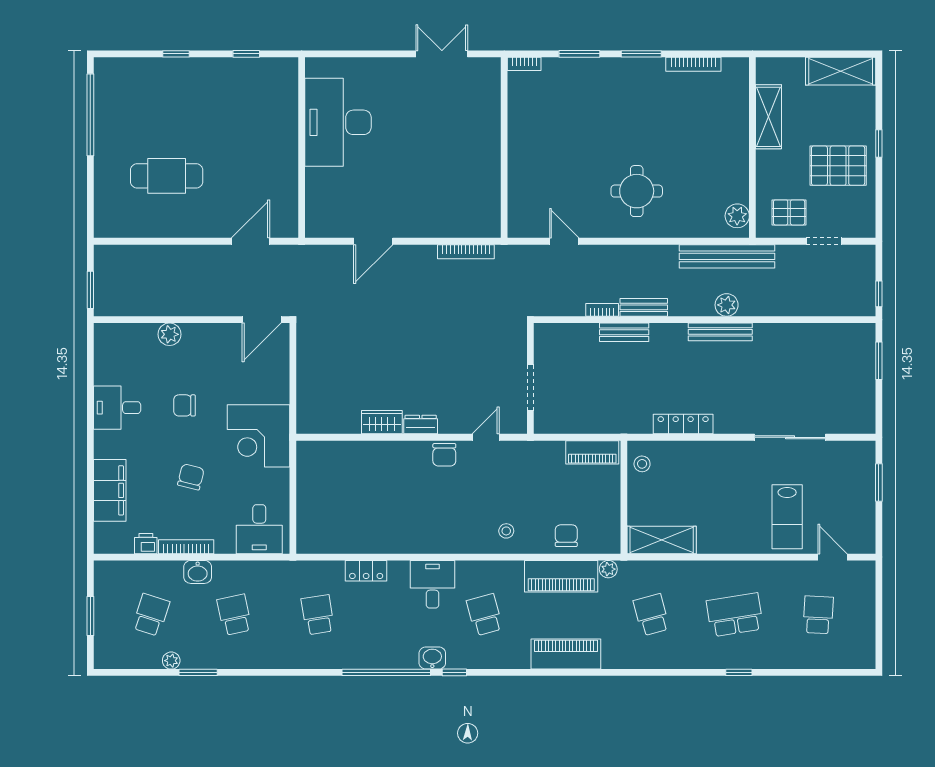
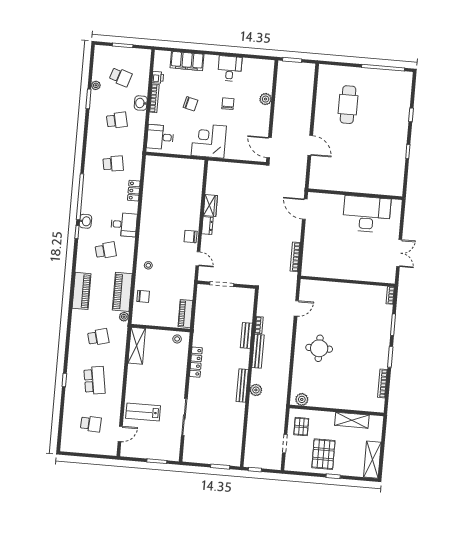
desk: (338, 122) -> (367, 214), moved
wall: (302, 148) -> (355, 194), moved
bench: (727, 256) -> (281, 392), removed
bench: (644, 307) -> (258, 351), width x1.36

